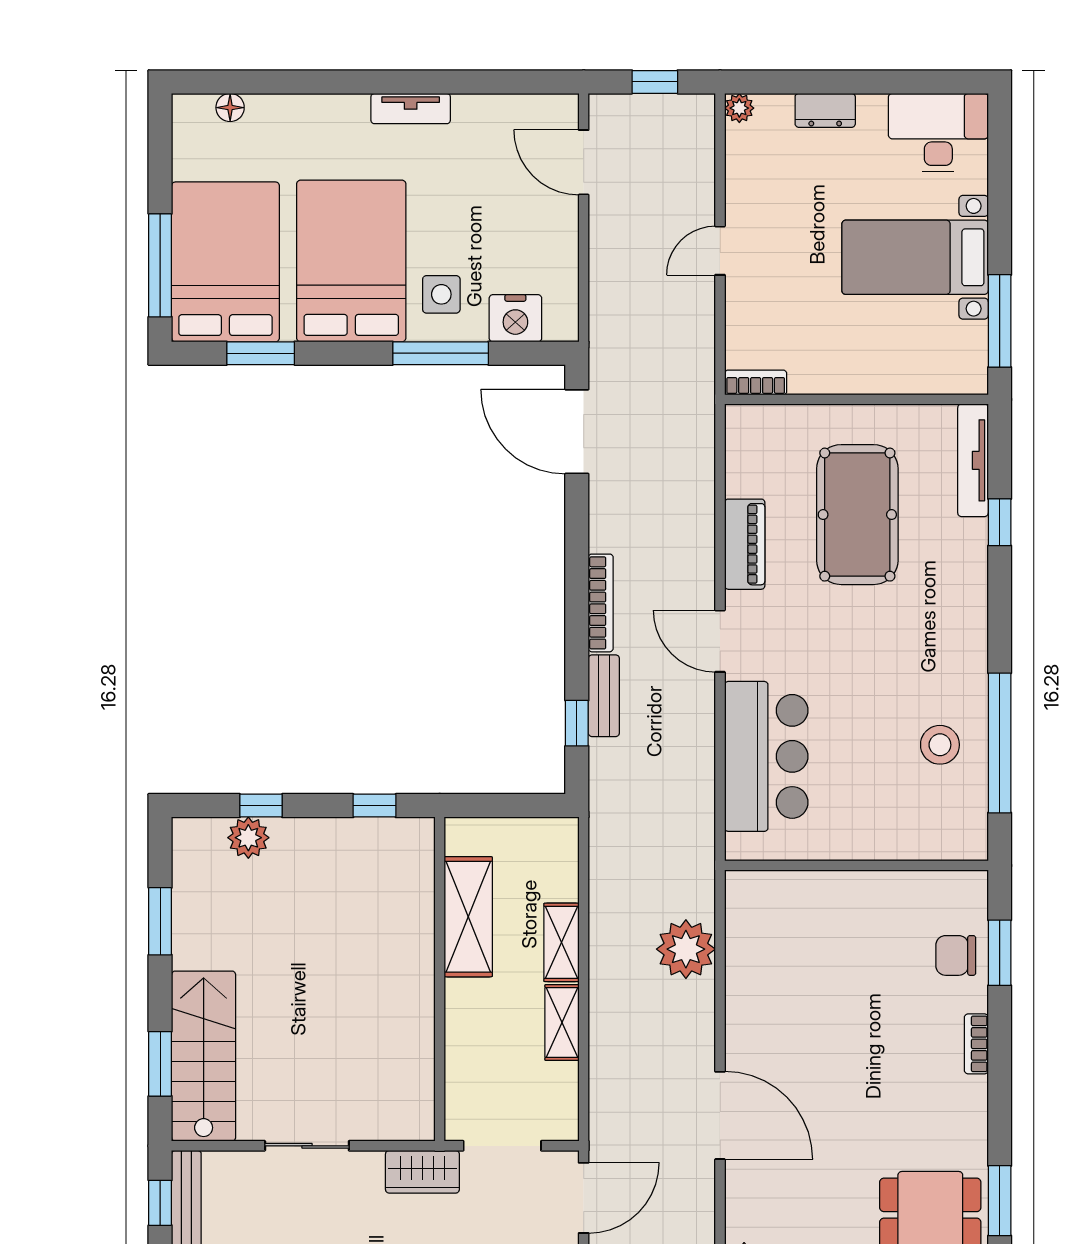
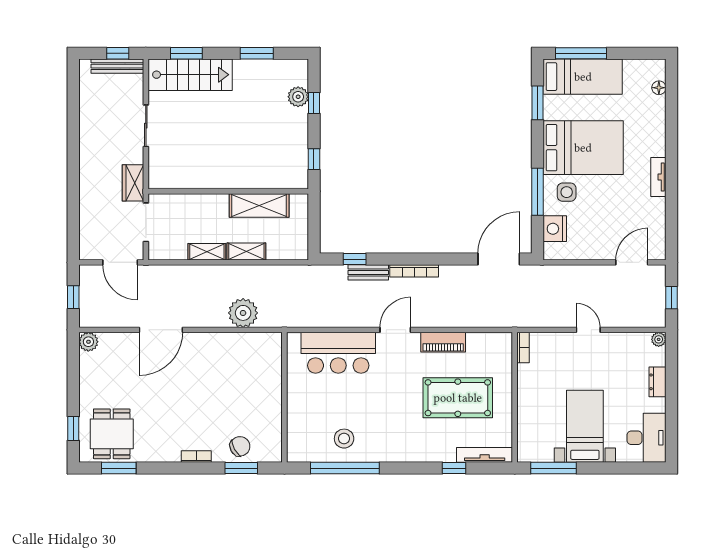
bed: (225, 262) -> (583, 77), width x0.67
chair: (956, 955) -> (240, 446), turned 61

